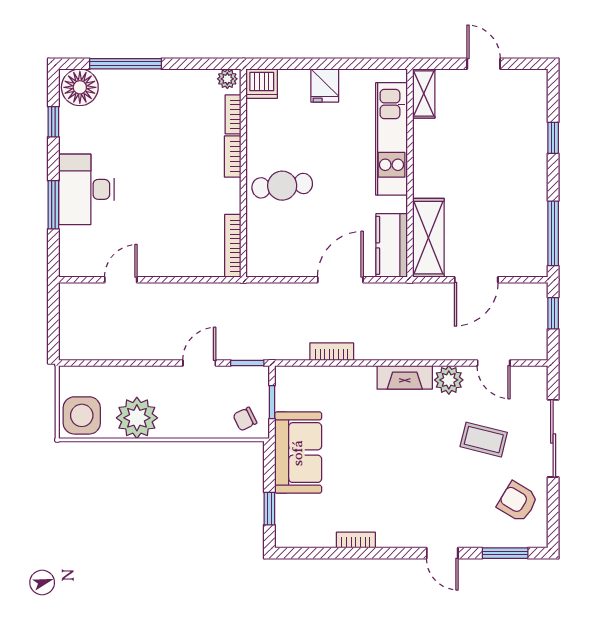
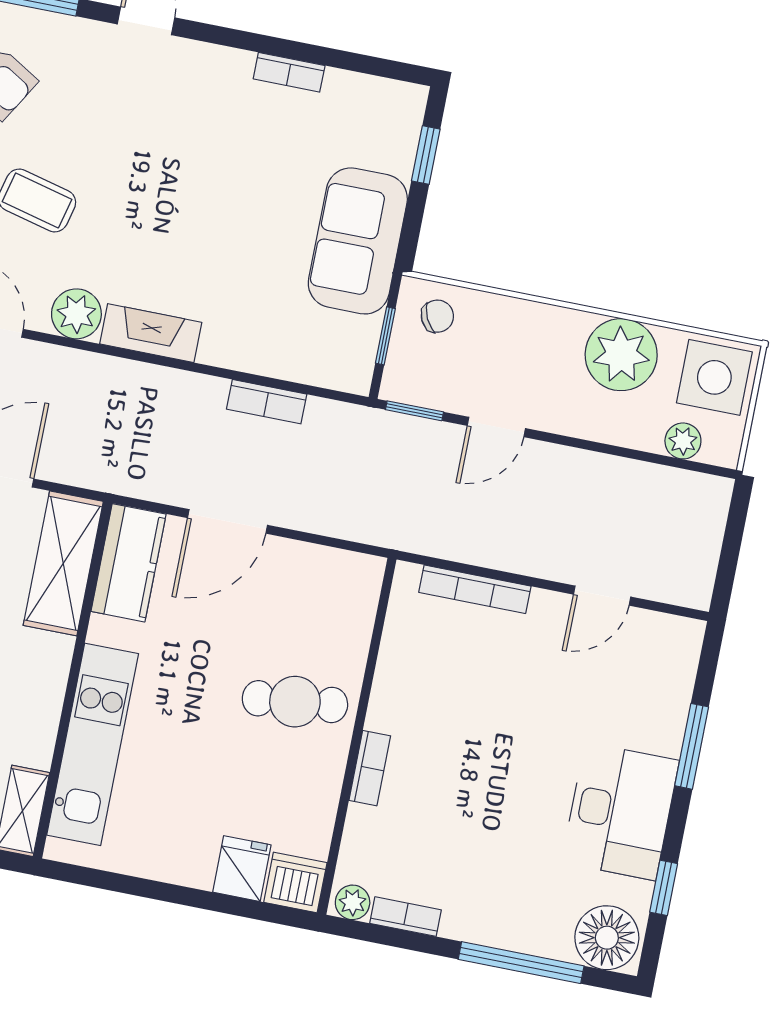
fridge: (325, 86) -> (242, 869), moved
bookcase: (233, 114) -> (406, 917), moved, turned -90
desk: (86, 189) -> (620, 811), moved
bookcase: (233, 246) -> (475, 589), moved, turned 90
plant: (92, 376) -> (683, 441), added

